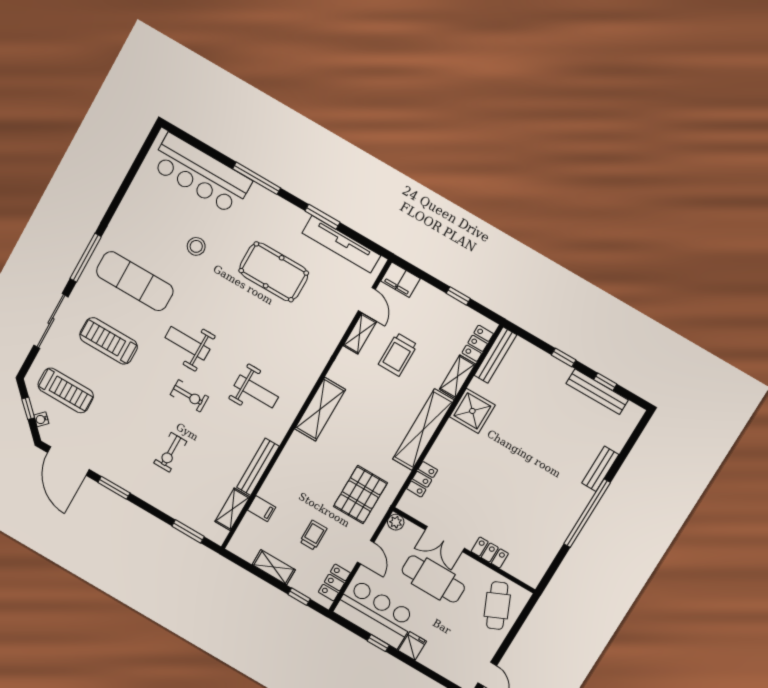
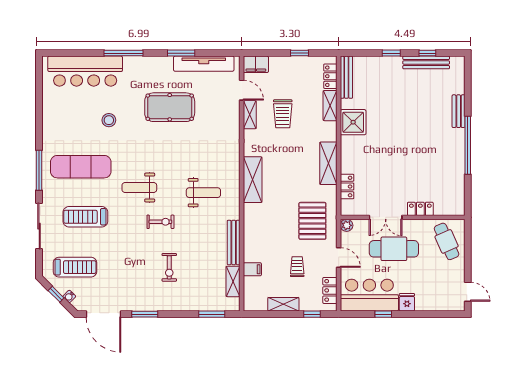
shelving: (423, 430) -> (328, 163), width x0.68

